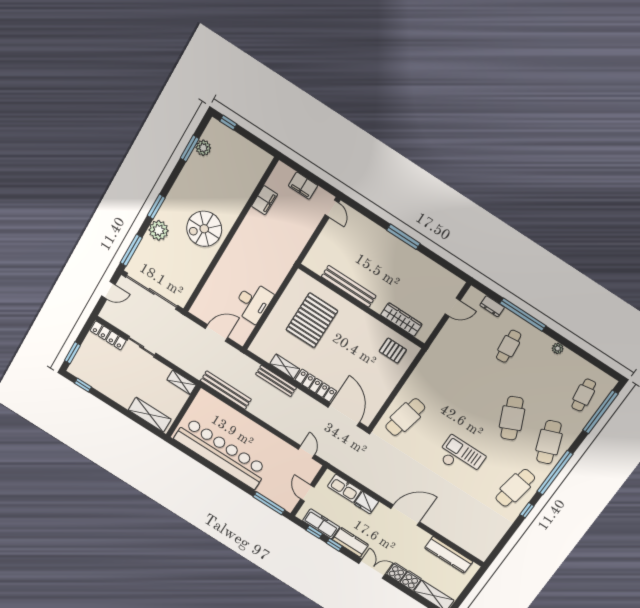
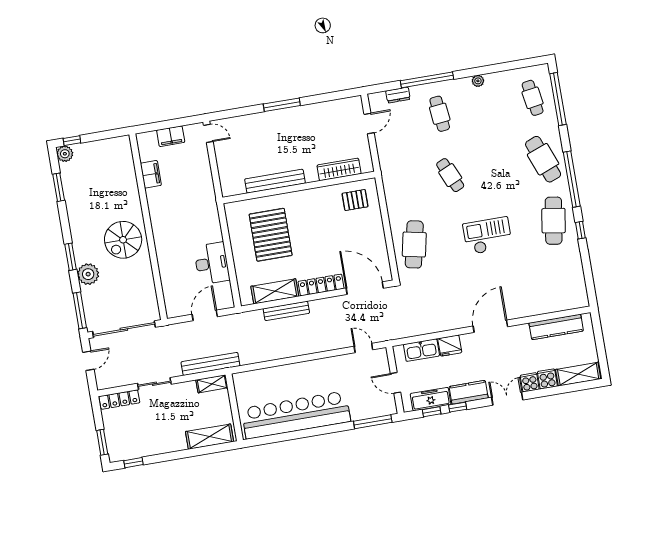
plant: (203, 148) -> (65, 154), moved
shelving: (285, 366) -> (275, 291), width x1.50, depth x1.33
bench: (226, 390) -> (210, 364), moved
cafe table: (512, 418) -> (450, 175), moved, width x0.73, depth x0.74

